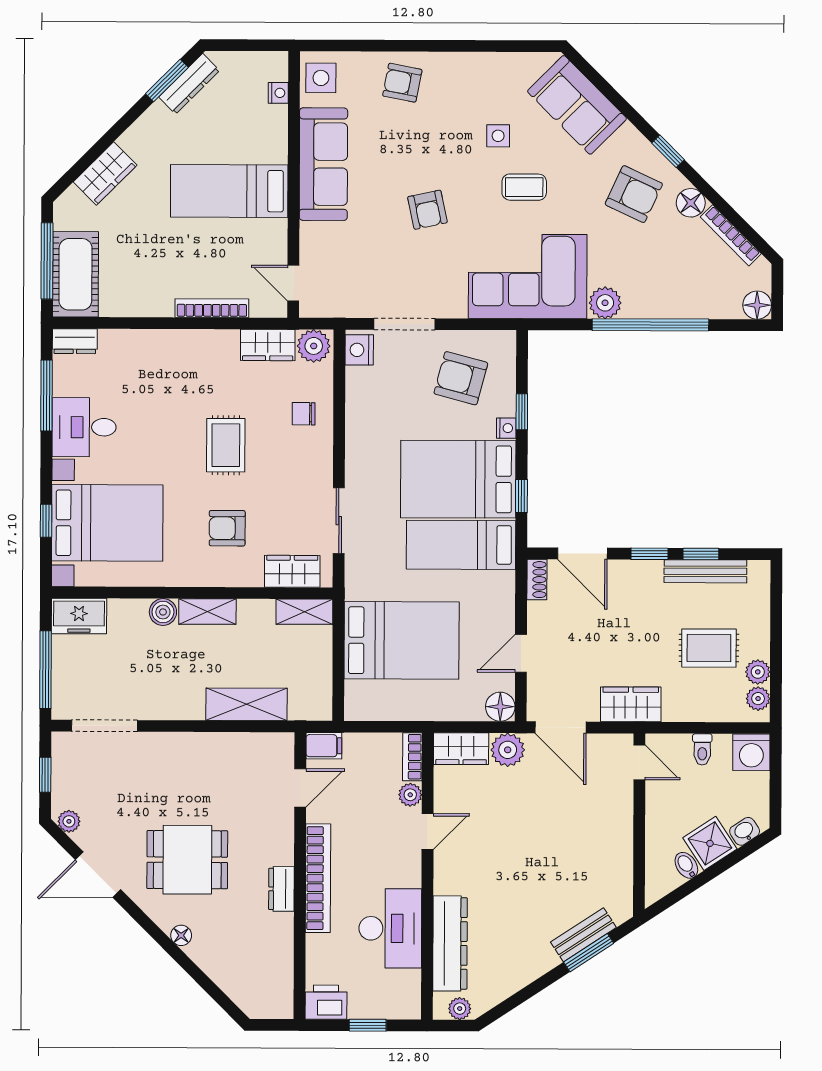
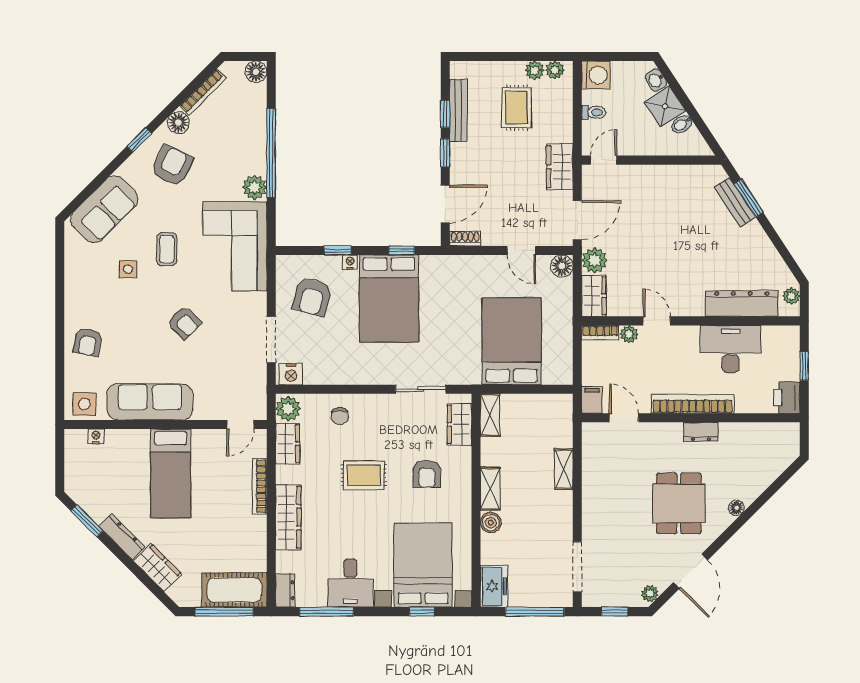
dresser: (189, 84) -> (122, 537), moved
armchair: (427, 210) -> (184, 323), turned 56
wardrobe: (171, 346) -> (288, 517), added
bed: (461, 545) -> (439, 296), removed
shelving: (246, 704) -> (564, 469), width x0.67, depth x0.75

